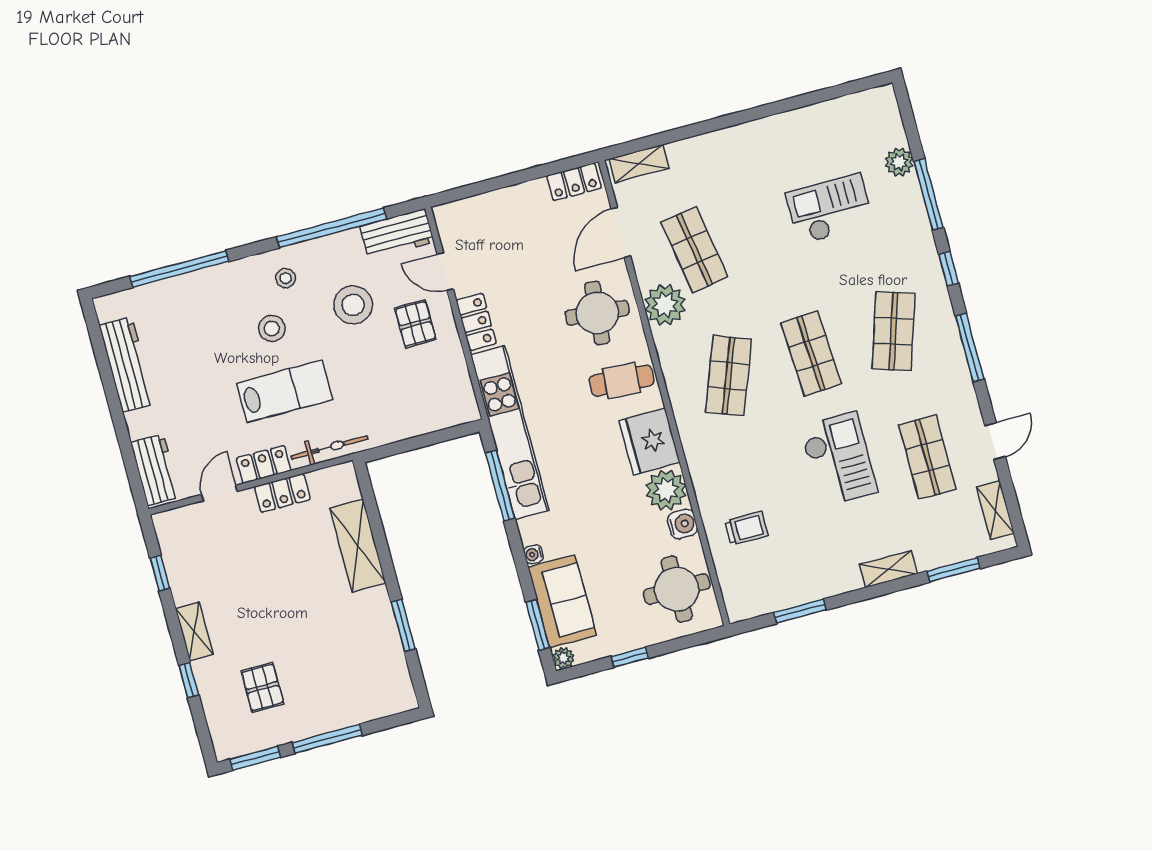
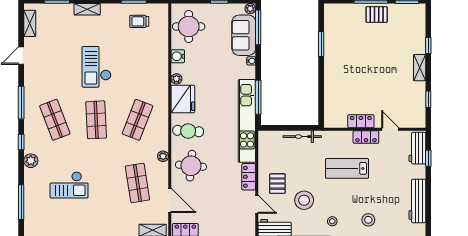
plant: (899, 162) -> (31, 161), moved
window: (928, 194) -> (21, 202), moved
door: (621, 232) -> (170, 200), hinge flipped
plant: (665, 305) -> (163, 156), width x0.53, depth x0.53
stool: (272, 328) -> (368, 220), moved
shop shelf: (893, 331) -> (55, 120), turned -39
bicycle: (330, 447) -> (302, 137), moved
window: (128, 455) -> (428, 158), added
shop shelf: (927, 457) -> (55, 57), removed
plant: (666, 490) -> (176, 79), width x0.53, depth x0.53
door: (220, 493) -> (390, 129), swing flipped
trolley: (746, 528) -> (139, 21), moved
shelving: (358, 545) -> (332, 87), removed
window: (538, 625) -> (258, 27), width x1.44
pallet: (262, 687) -> (377, 15), moved, turned 90

